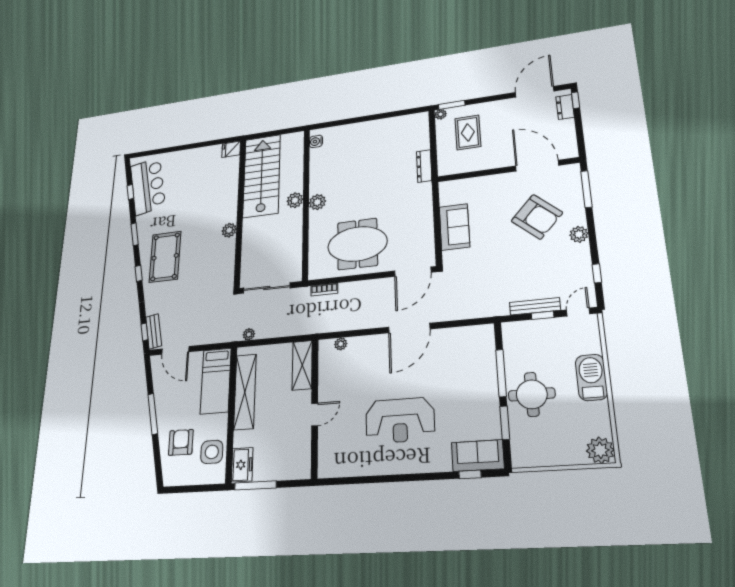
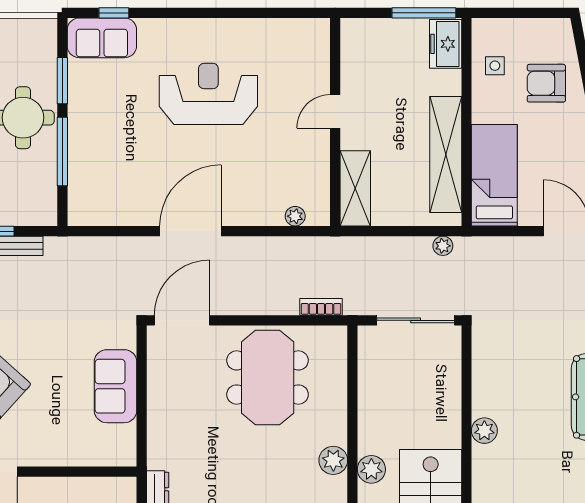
meeting table: (357, 244) -> (268, 377), turned 90
armchair: (181, 442) -> (546, 83), turned 90
side table: (212, 452) -> (495, 66), width x0.54, depth x0.54

